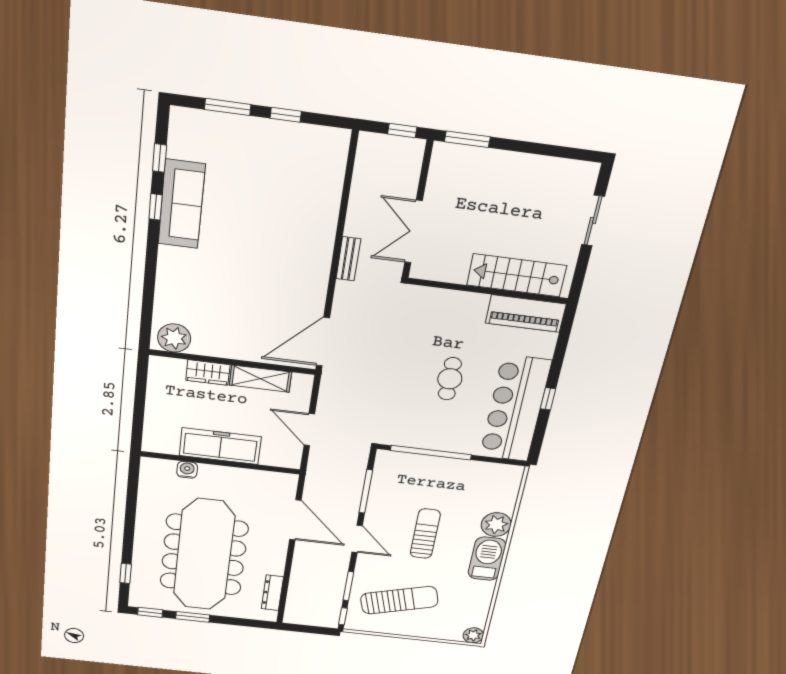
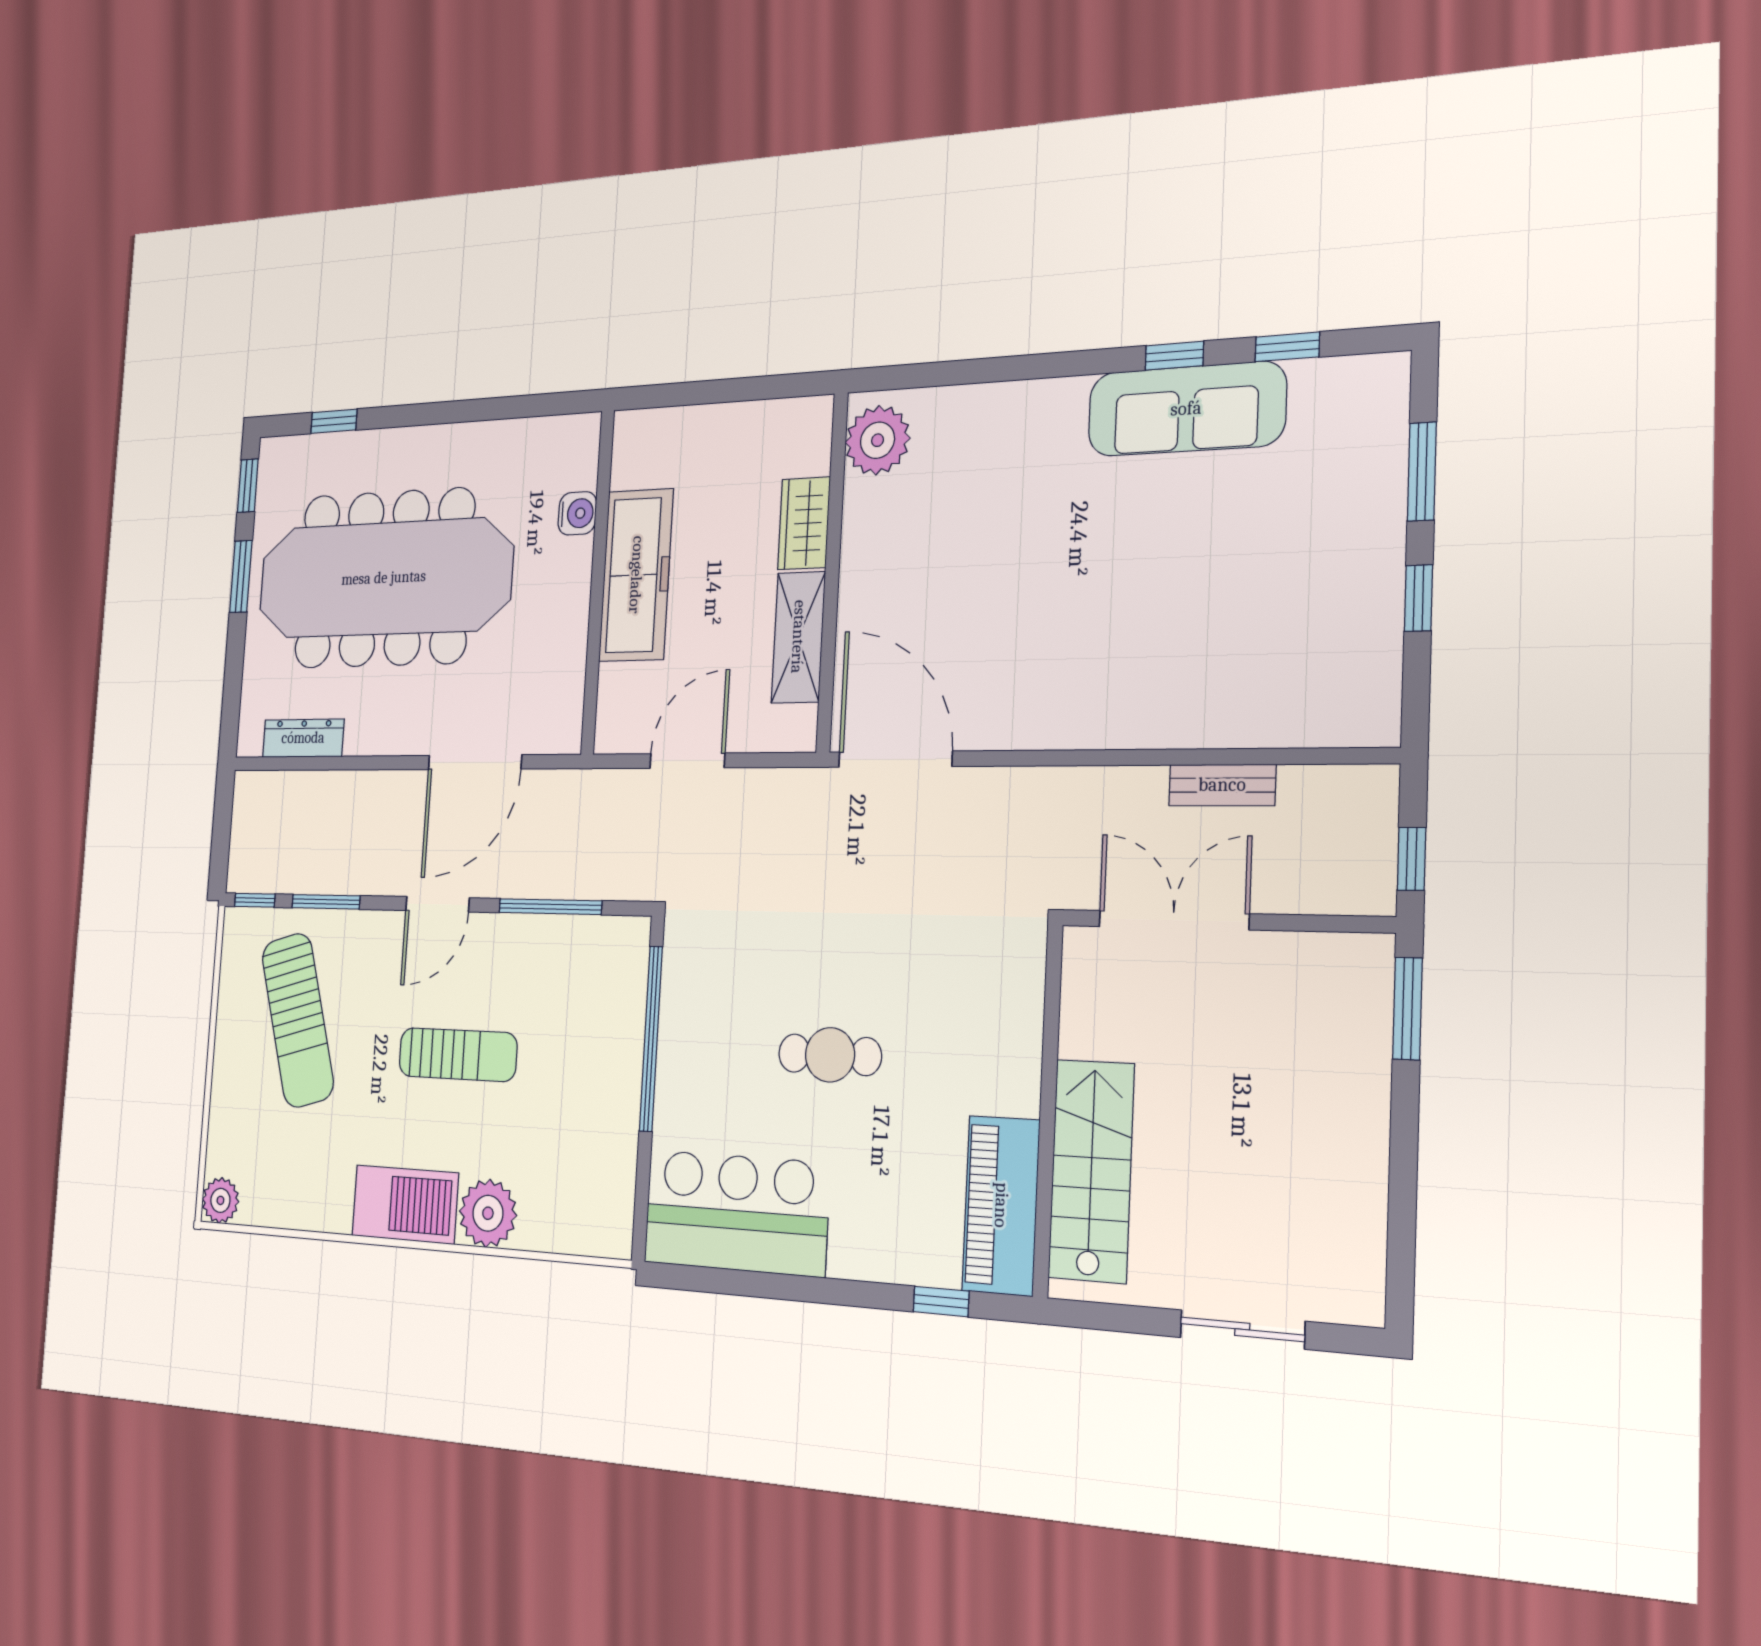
bench: (348, 259) -> (1222, 785), moved
window: (548, 399) -> (941, 1301), moved
bar counter: (515, 409) -> (736, 1213), width x0.73

